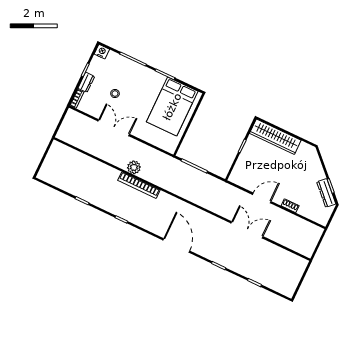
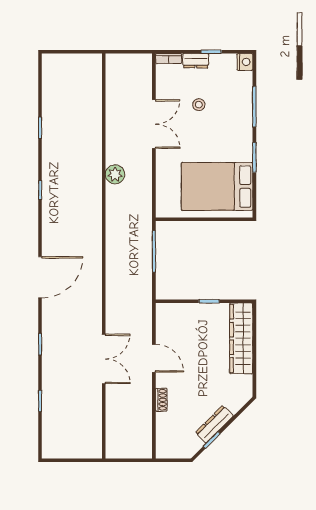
bookcase: (139, 185) -> (95, 192), removed
dresser: (326, 193) -> (214, 424), moved

